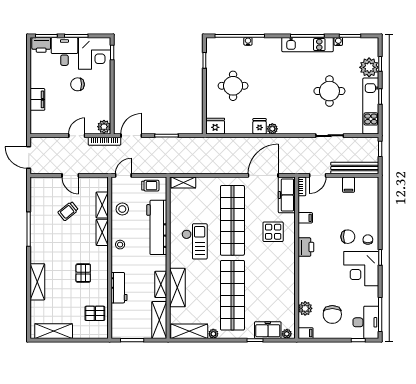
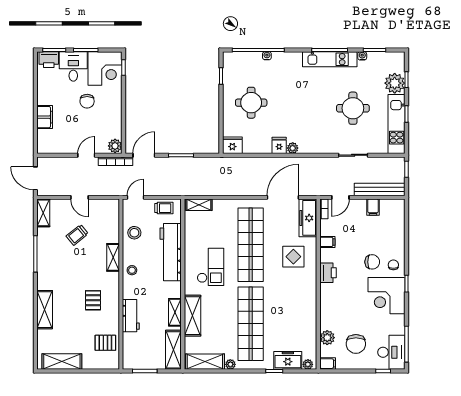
chair: (78, 84) -> (87, 101), turned -90
shelving: (102, 205) -> (43, 213), moved

